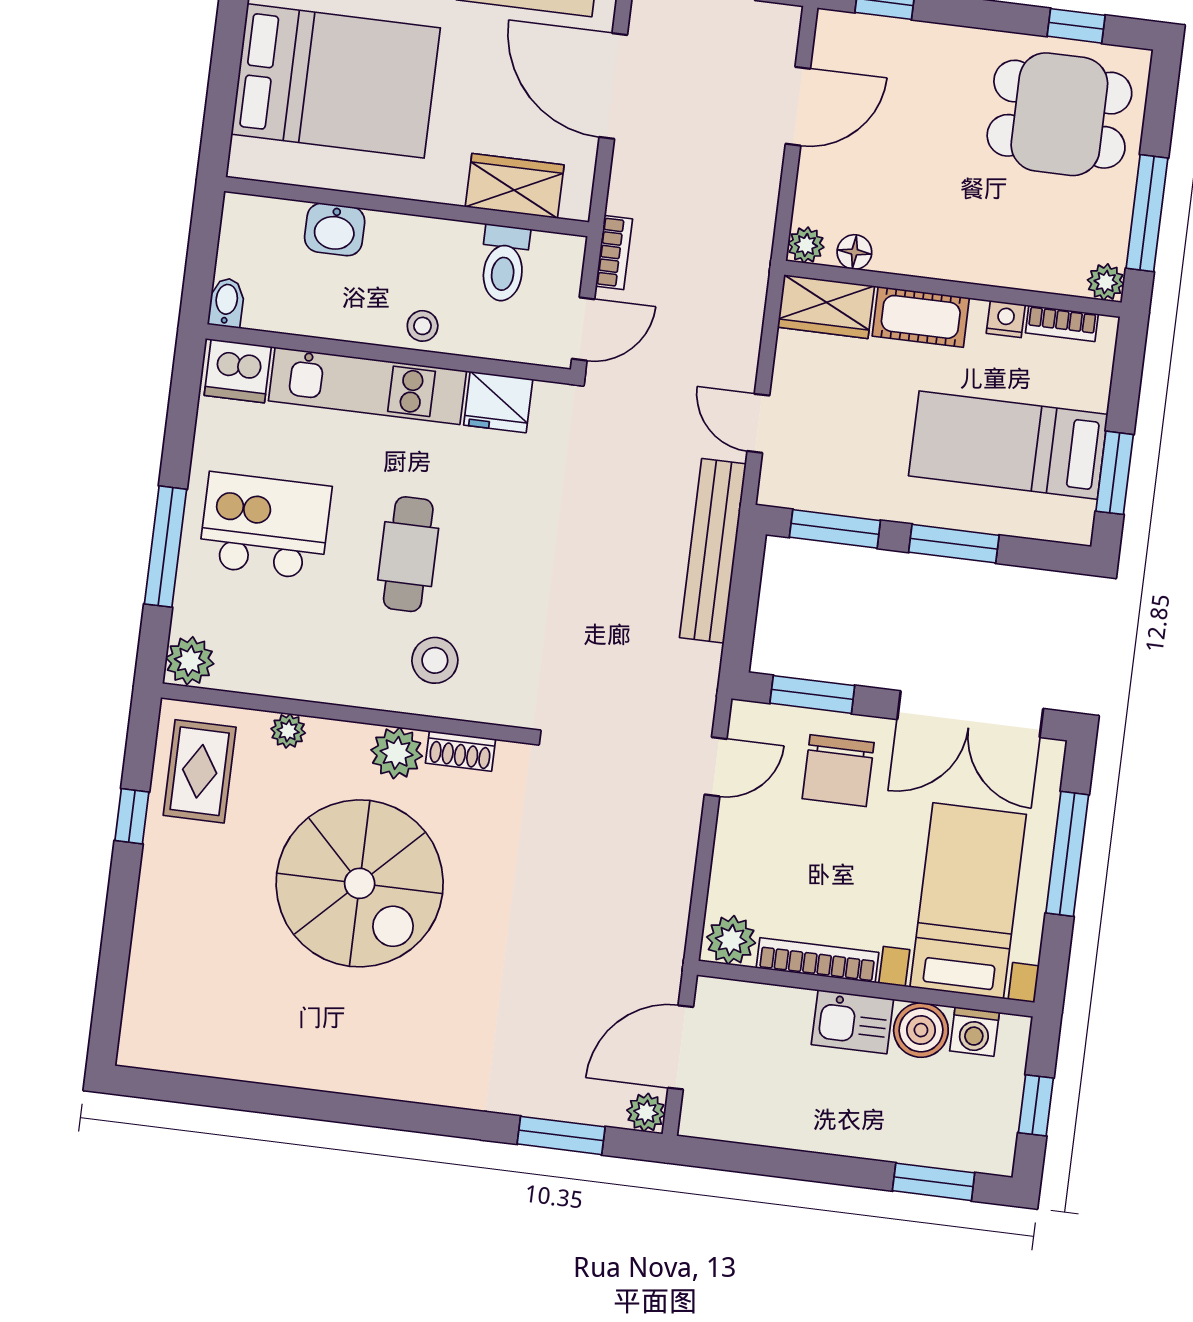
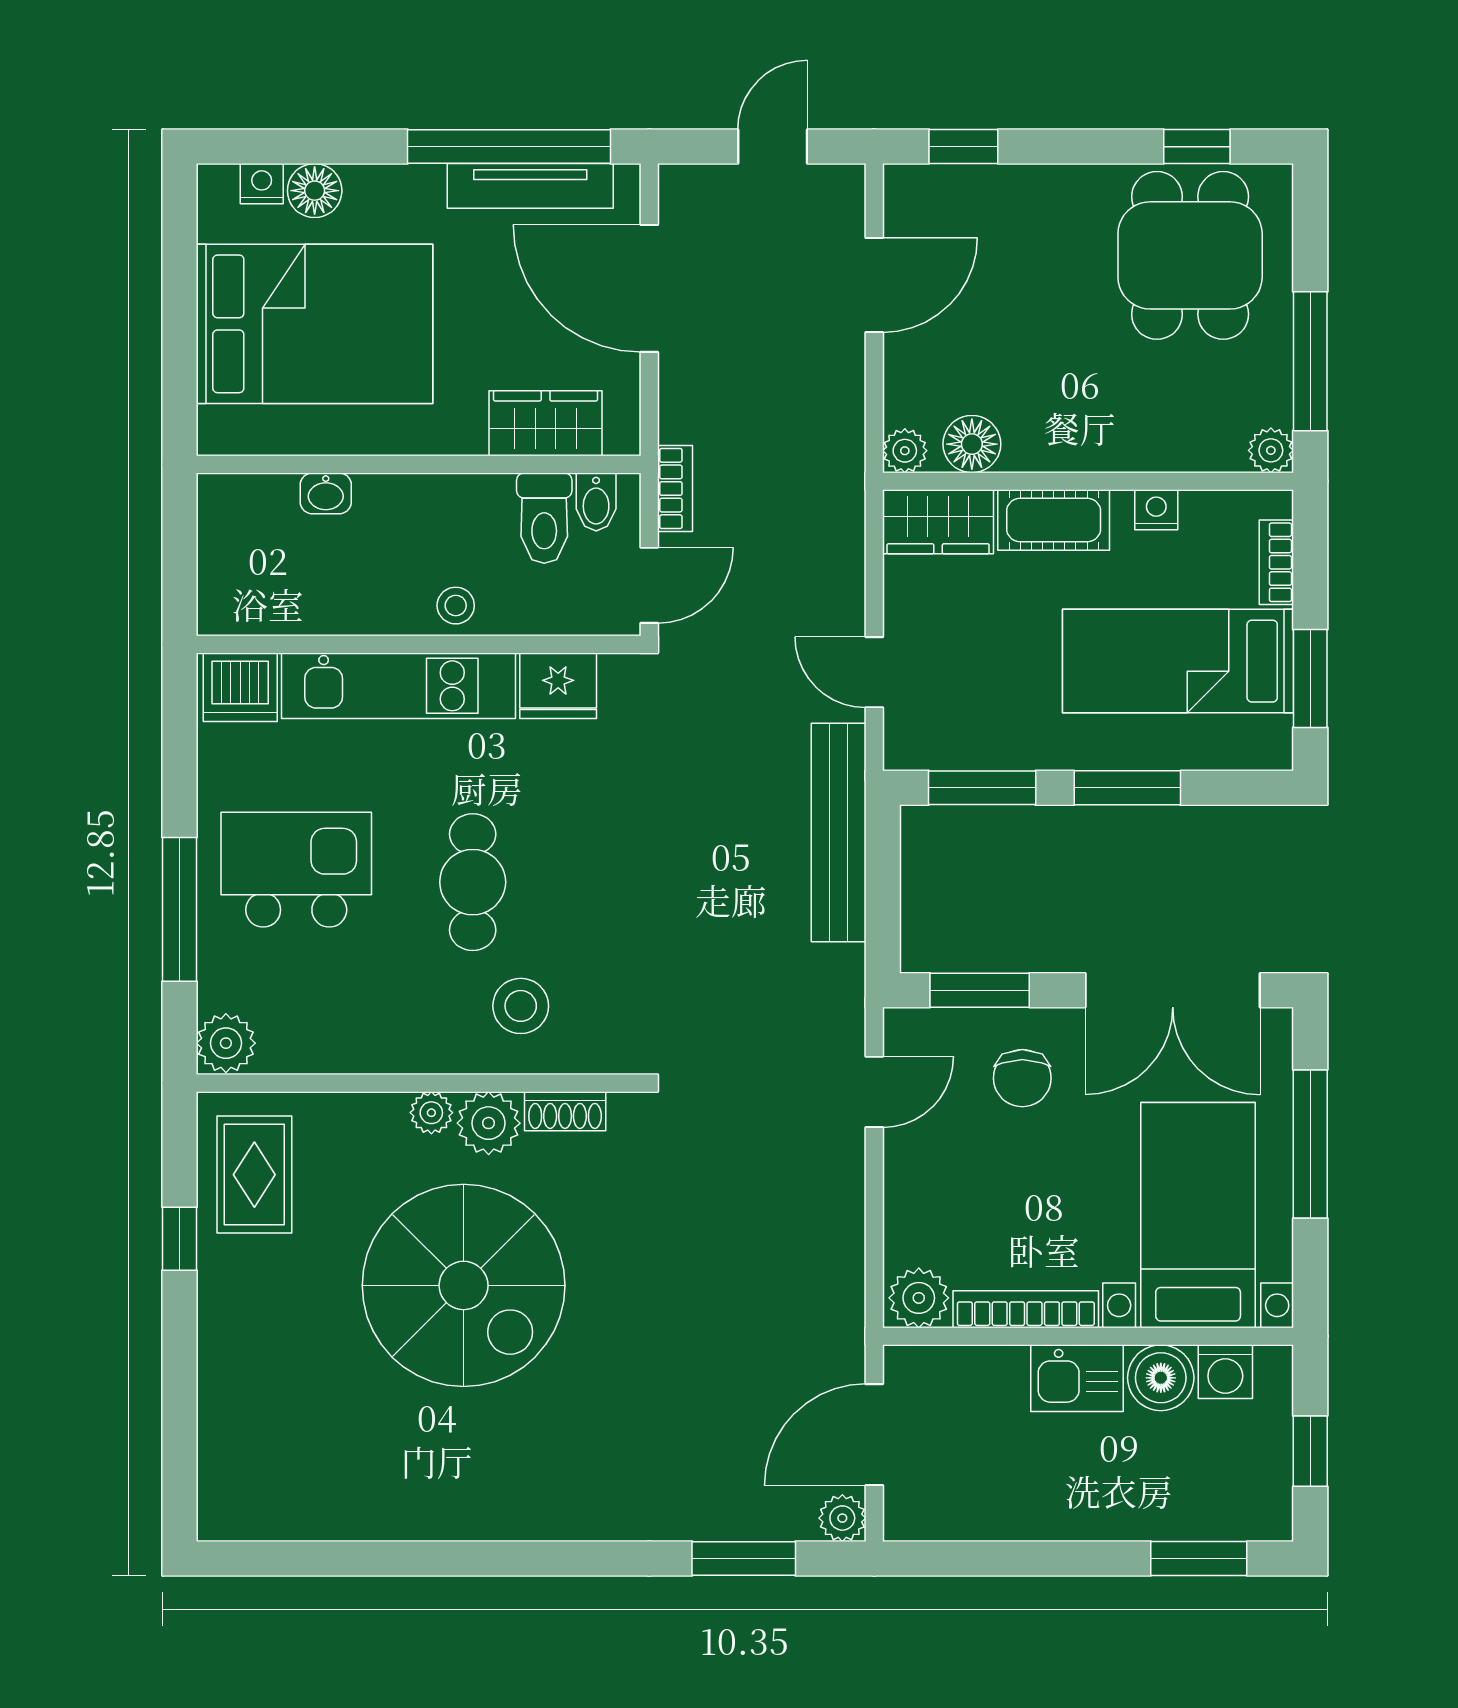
dining table: (1059, 114) -> (1190, 255), turned 90
washbasin: (335, 229) -> (326, 493), width x0.72, depth x0.69
floor lamp: (854, 252) -> (972, 444), width x1.37, depth x1.37
bidet: (226, 303) -> (596, 502), moved, turned 180
bookcase: (1062, 323) -> (1276, 562), moved, turned 90
plant: (288, 731) -> (431, 1113), moved
chair: (838, 771) -> (1022, 1078), width x0.73, depth x0.73

